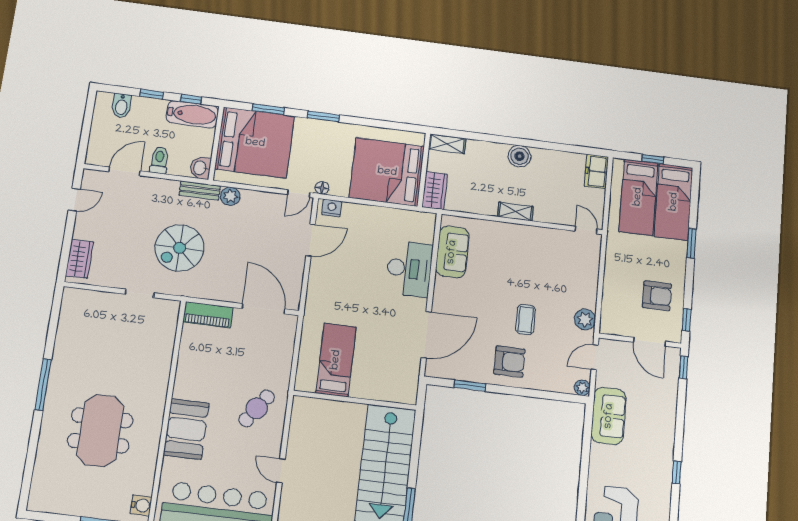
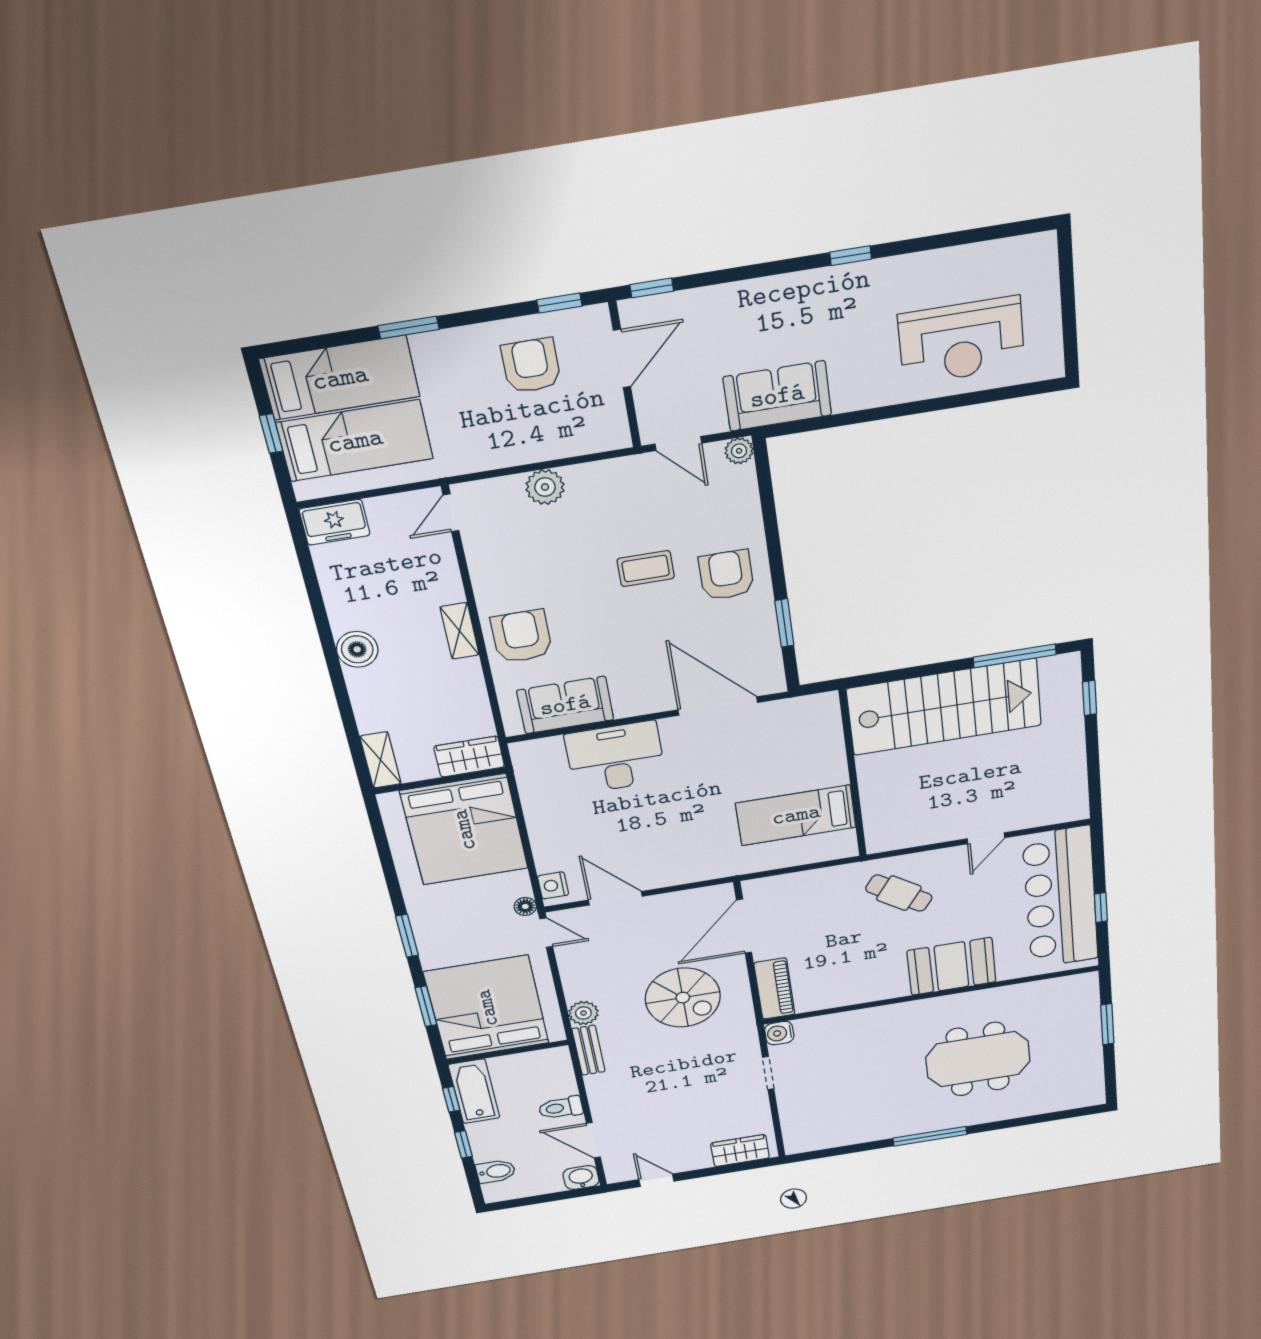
washbasin: (200, 168) -> (581, 1178), moved, turned 180
armchair: (503, 242) -> (521, 636), added
spiral stairs: (179, 248) -> (683, 998), moved
plant: (585, 320) -> (545, 487), moved
water cooler: (141, 505) -> (779, 1033), moved, turned -90

